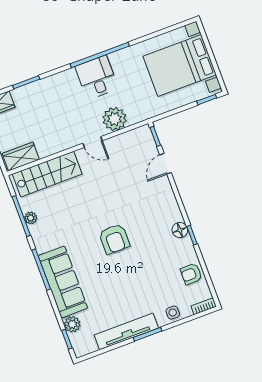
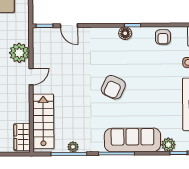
armchair: (114, 239) -> (113, 87), turned 115

